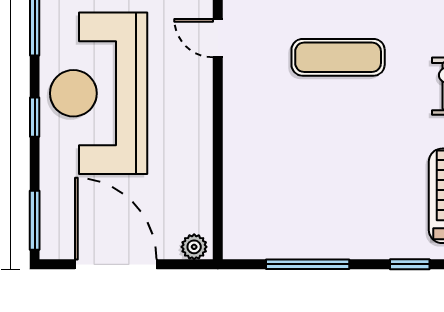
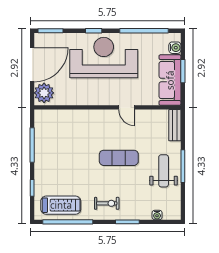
door: (218, 38) -> (127, 107), swing flipped
exercise mat: (338, 57) -> (119, 158), turned 90
plant: (194, 247) -> (44, 93), width x1.88, depth x1.88

